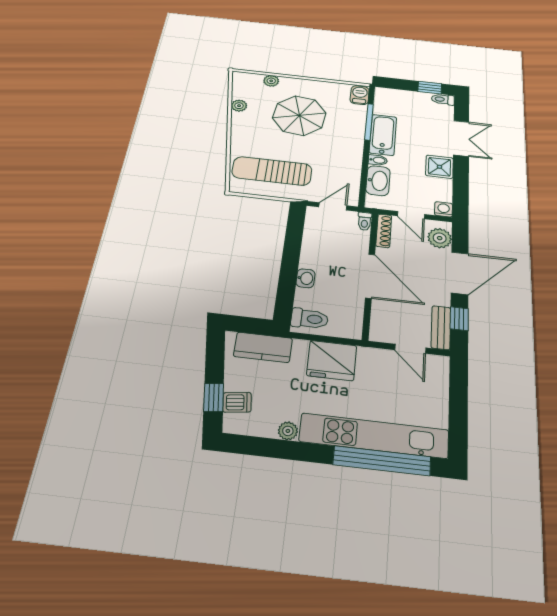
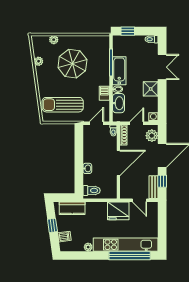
window: (430, 88) -> (128, 31), moved
barbecue: (360, 95) -> (104, 93), moved
door: (411, 215) -> (137, 123), swing flipped
door: (370, 276) -> (118, 163), hinge flipped
fridge: (332, 360) -> (118, 211), moved
window: (214, 398) -> (52, 225), moved

